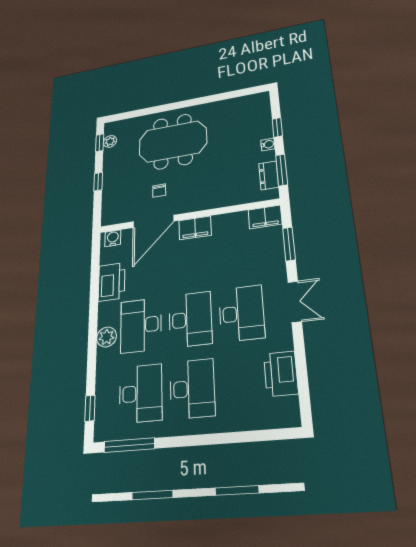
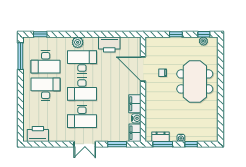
filing cabinet: (195, 228) -> (135, 104), moved
water cooler: (113, 238) -> (136, 118), moved
printer: (281, 374) -> (38, 134), moved
desk: (192, 389) -> (46, 89), turned 180

